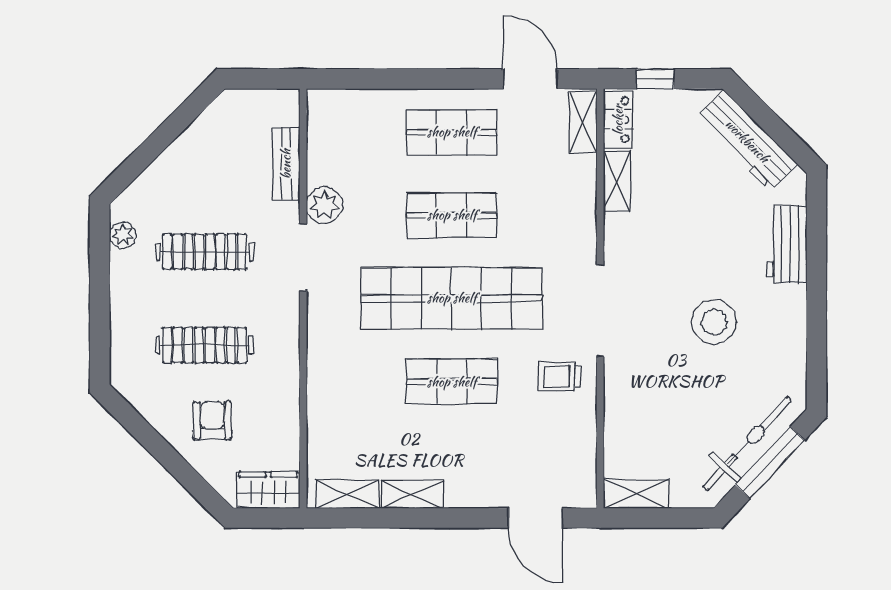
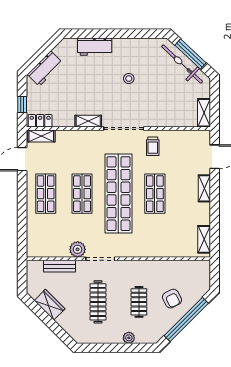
workbench: (747, 141) -> (45, 69), width x0.73
shelving: (617, 181) -> (88, 121), moved
plant: (123, 235) -> (129, 338), moved
stool: (714, 322) -> (129, 79), width x0.53, depth x0.53
clothes rail: (205, 345) -> (139, 302), width x0.73
armchair: (212, 421) -> (172, 299), turned -117
window: (164, 453) -> (186, 320), added
wardrobe: (268, 490) -> (50, 305), moved, turned 135
shelving: (413, 494) -> (204, 188), moved

